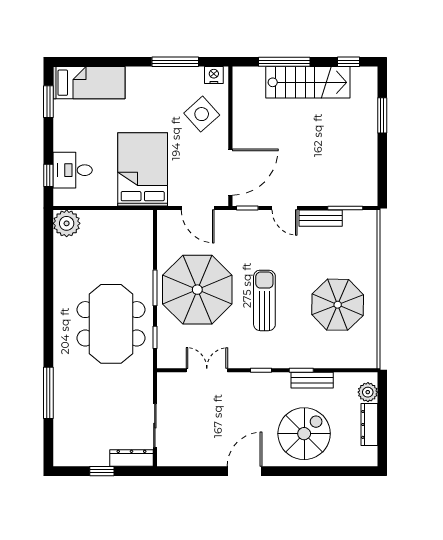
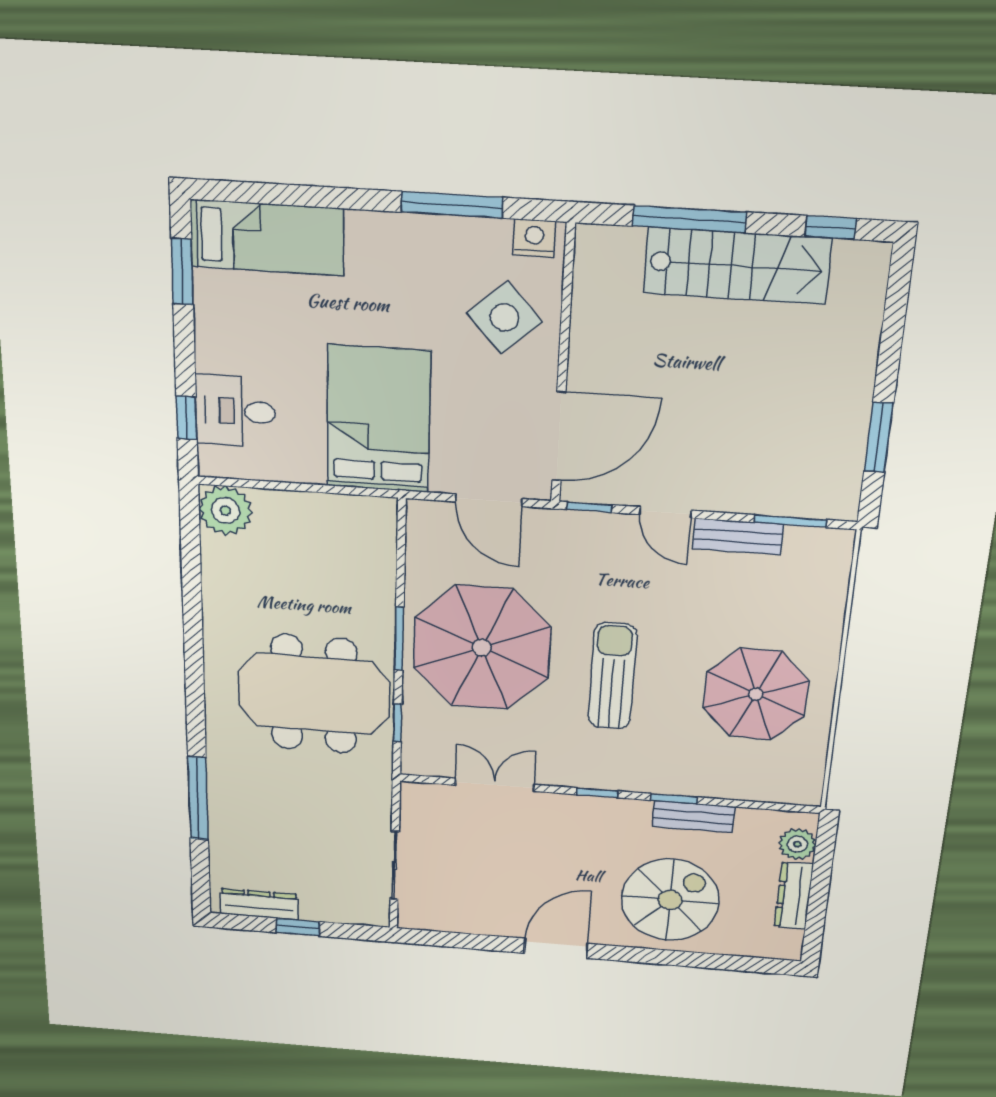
window: (382, 115) -> (879, 437), moved
meeting table: (111, 324) -> (314, 694), turned 90
dresser: (131, 458) -> (259, 904), moved

